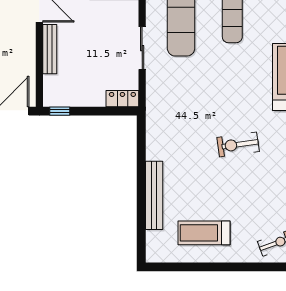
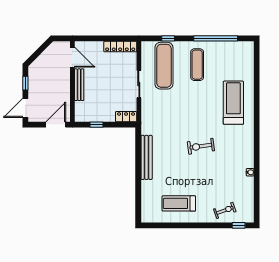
window: (60, 111) -> (97, 125), moved
bench: (154, 195) -> (147, 157), moved

